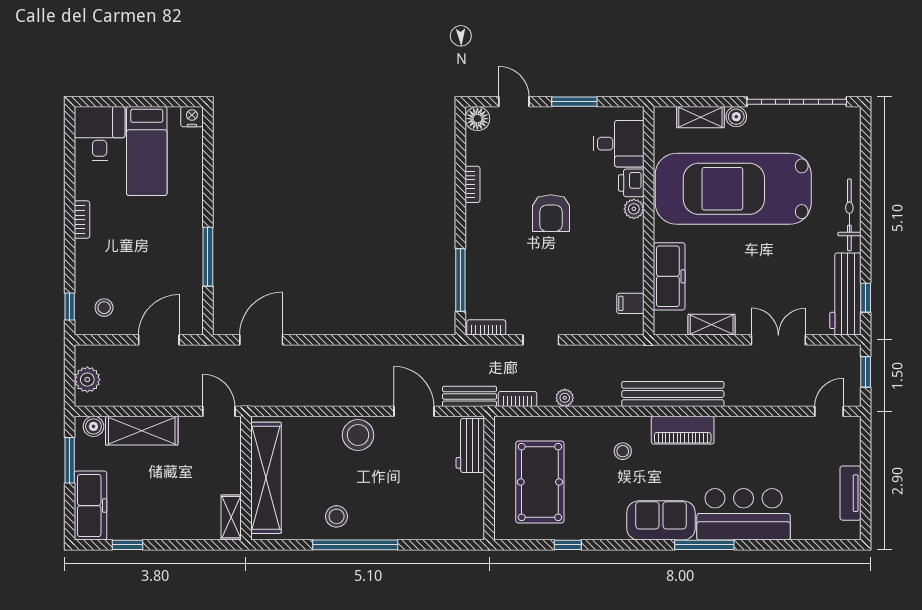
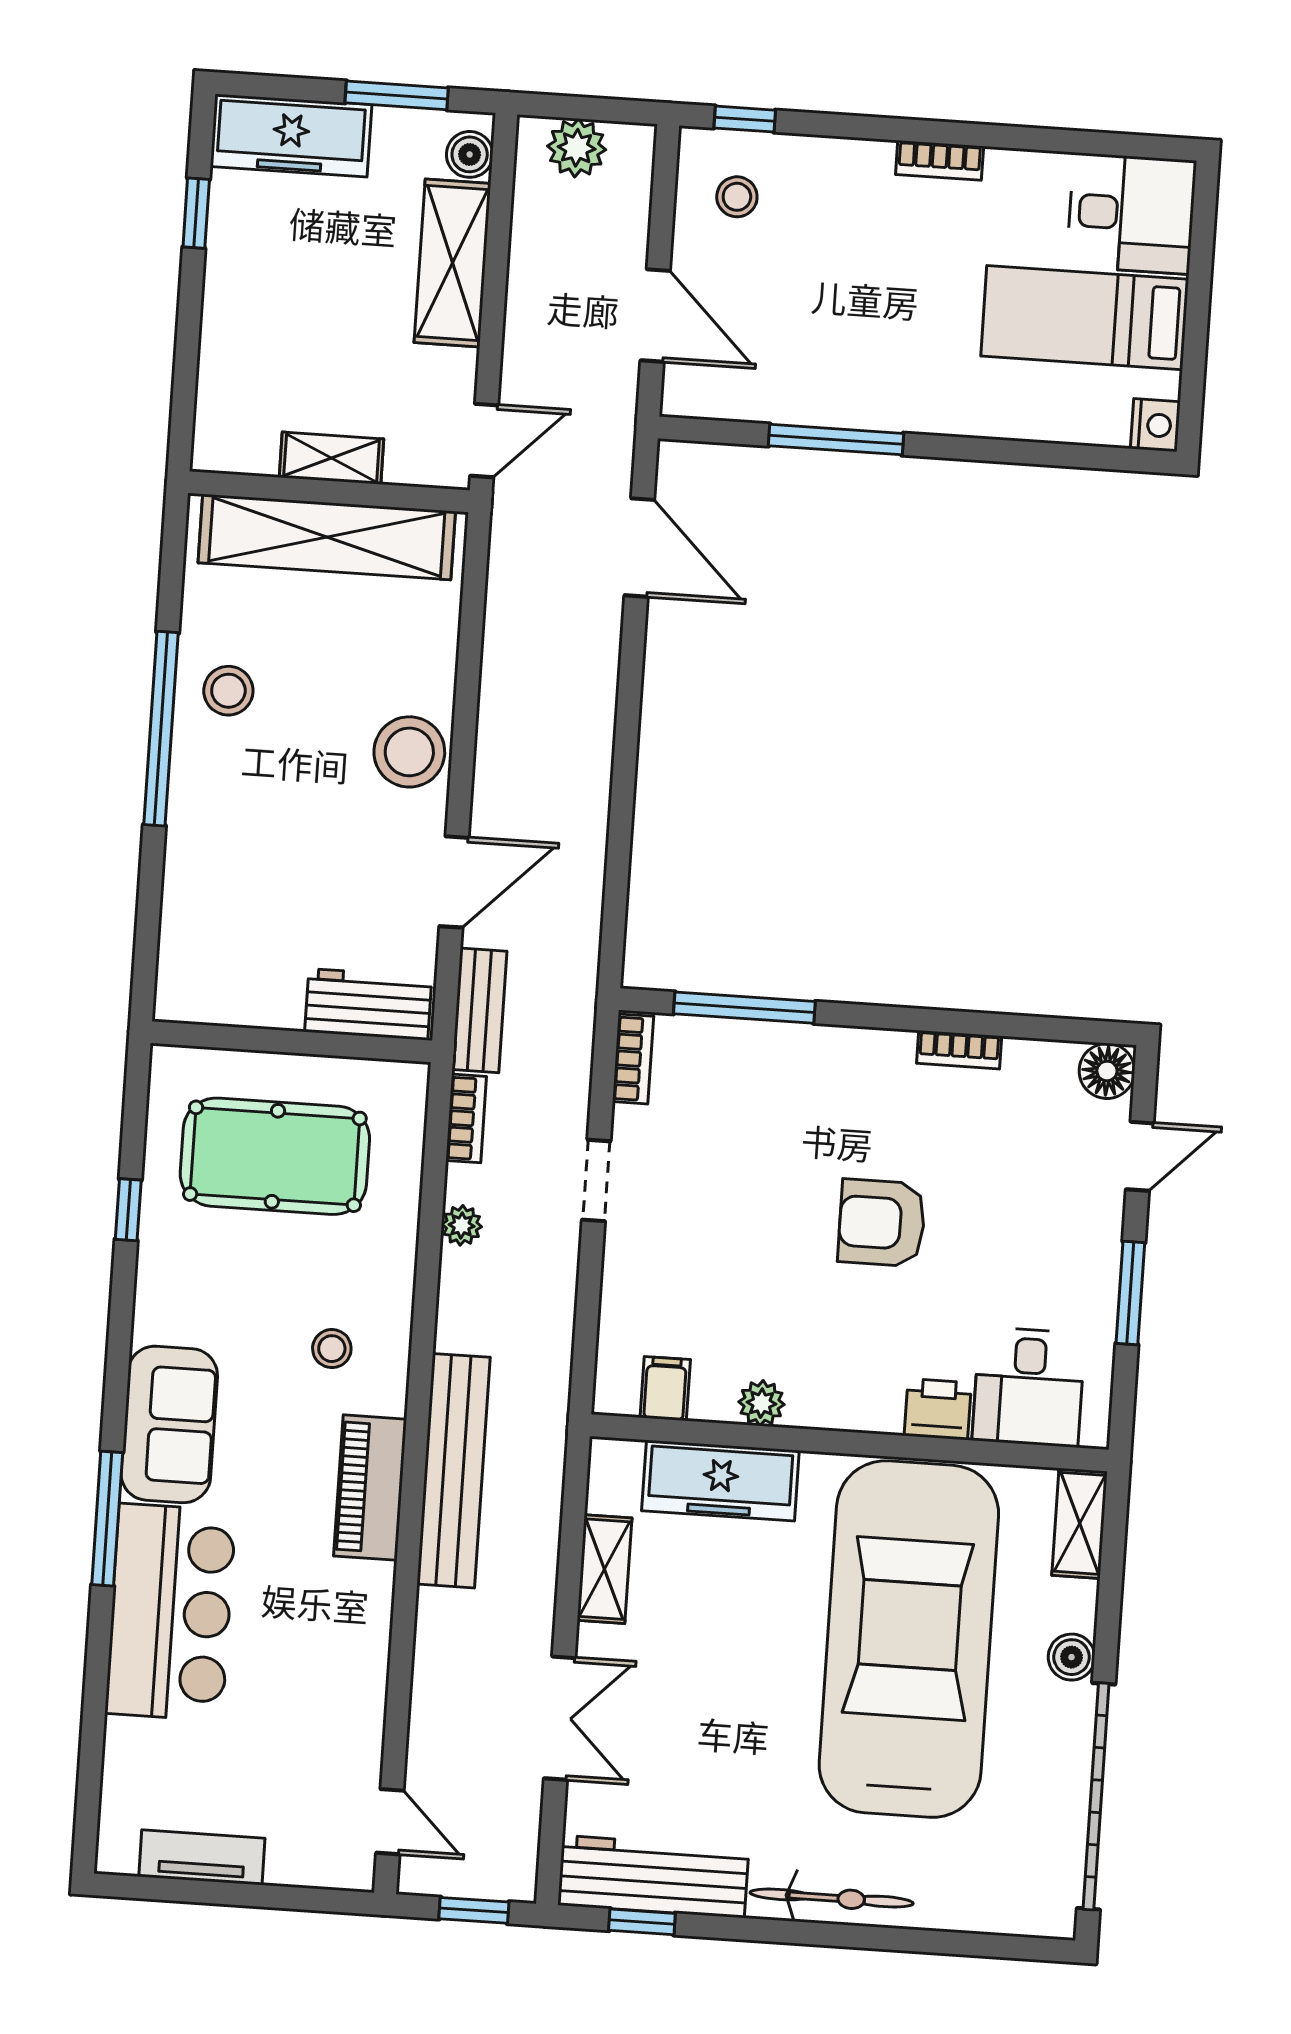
shelving: (700, 117) -> (1080, 1523), moved
plant: (634, 209) -> (761, 1403), moved
shelving: (231, 517) -> (332, 458), moved

